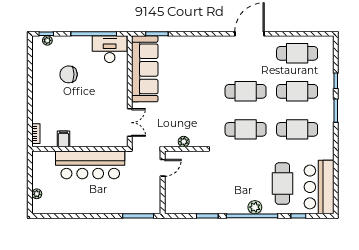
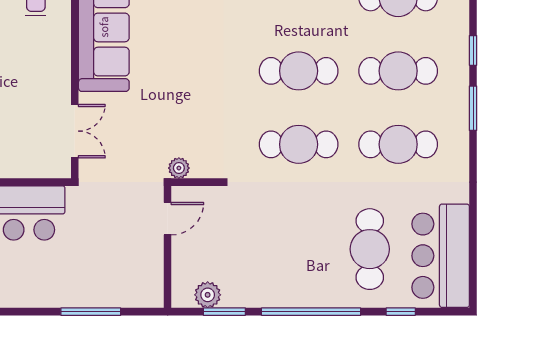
door: (163, 168) -> (168, 219), moved
wall: (163, 182) -> (168, 247), moved
plant: (255, 207) -> (208, 295), moved

